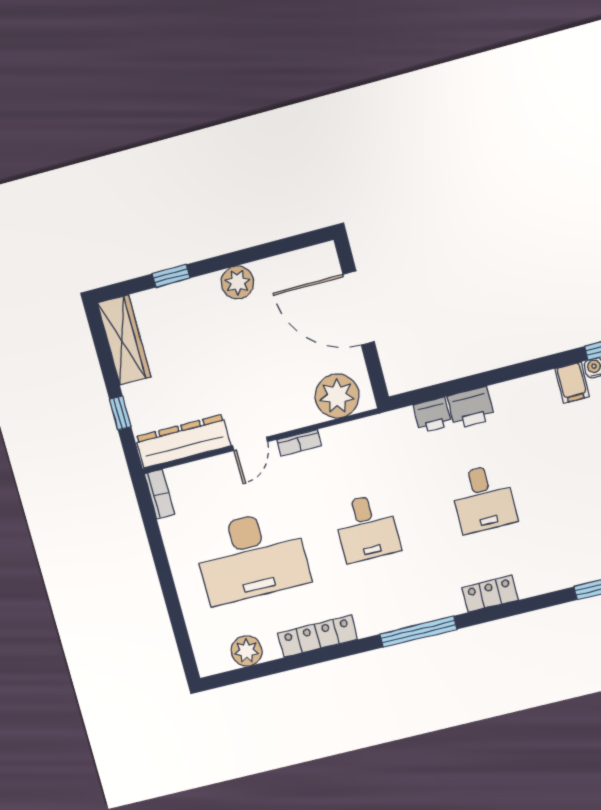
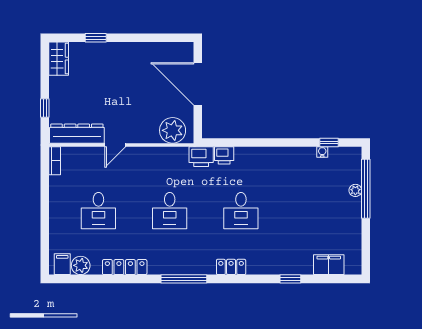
plant: (237, 282) -> (133, 51), removed
wardrobe: (124, 340) -> (59, 59), width x0.67
filing cabinet: (572, 383) -> (62, 264), moved, turned 180
printer: (471, 408) -> (201, 157), moved
bookcase: (299, 443) -> (144, 152), removed
desk: (251, 557) -> (98, 211), width x0.53, depth x0.77

